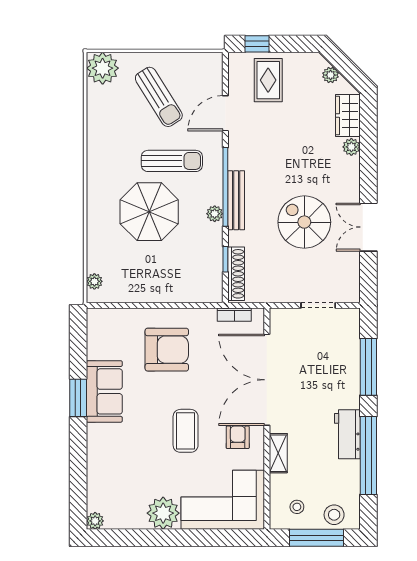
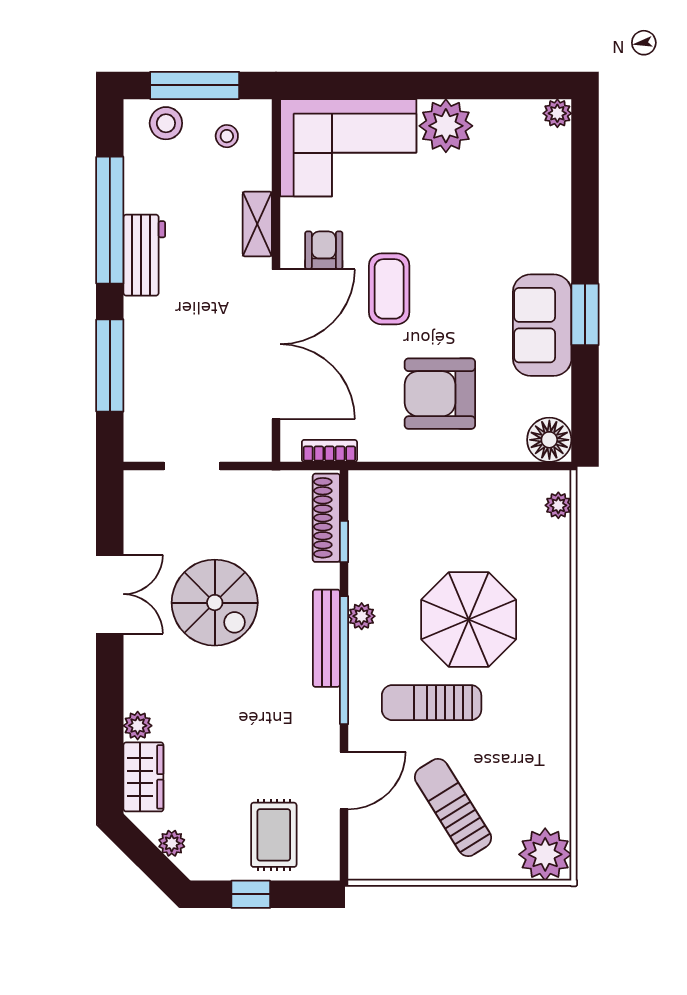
window: (257, 44) -> (251, 894), moved
floor lamp: (100, 321) -> (549, 440), added
coffee table: (186, 431) -> (389, 289), moved
armchair: (238, 437) -> (324, 250), turned 180

